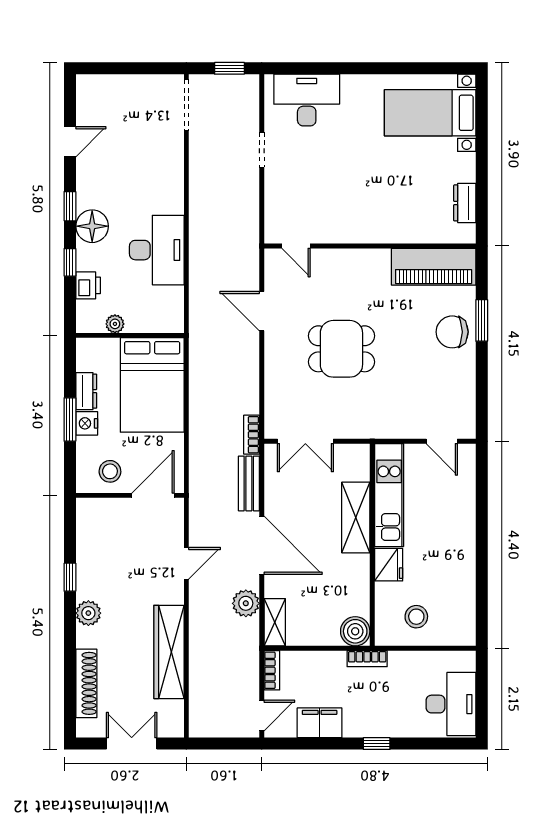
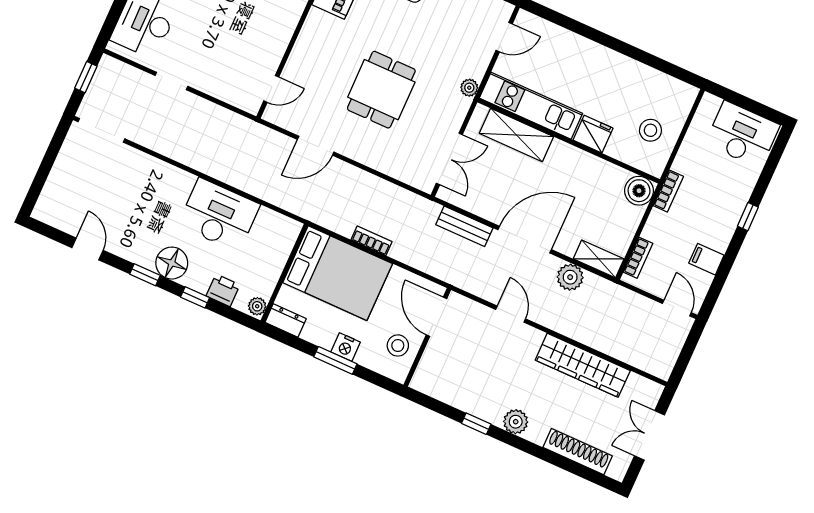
plant: (115, 324) -> (257, 306), moved
dresser: (86, 391) -> (286, 321), moved
plant: (380, 430) -> (469, 88), added
bookcase: (252, 435) -> (371, 241), moved, turned 180
shelving: (356, 517) -> (516, 135), moved
bookcase: (272, 670) -> (638, 258), moved, turned 90
filing cabinet: (320, 723) -> (706, 259), width x0.50

